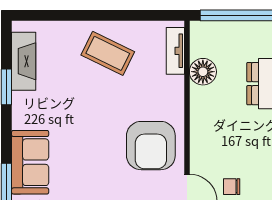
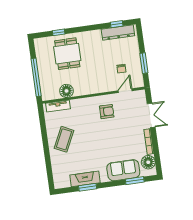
fireplace: (24, 61) -> (85, 179), moved
armchair: (151, 146) -> (107, 112), width x0.53, depth x0.53

